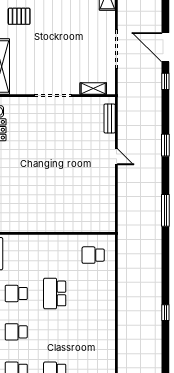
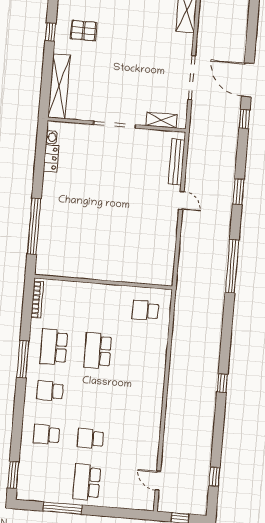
bench: (110, 118) -> (177, 162), width x1.36
window: (165, 210) -> (232, 266), width x1.46
school desk: (16, 293) -> (54, 347), width x1.85

